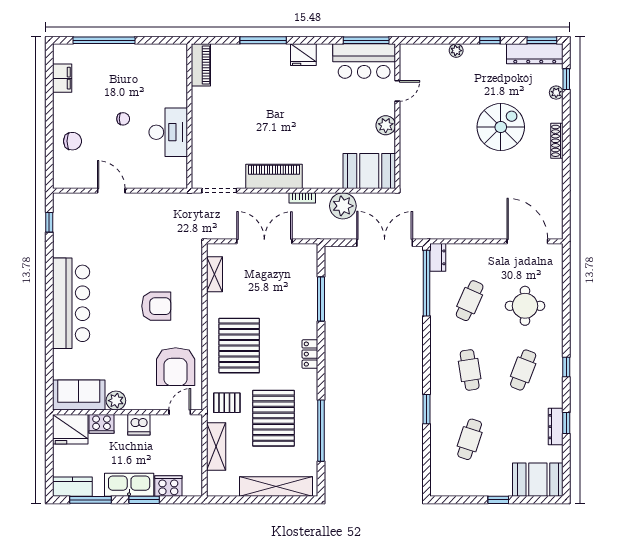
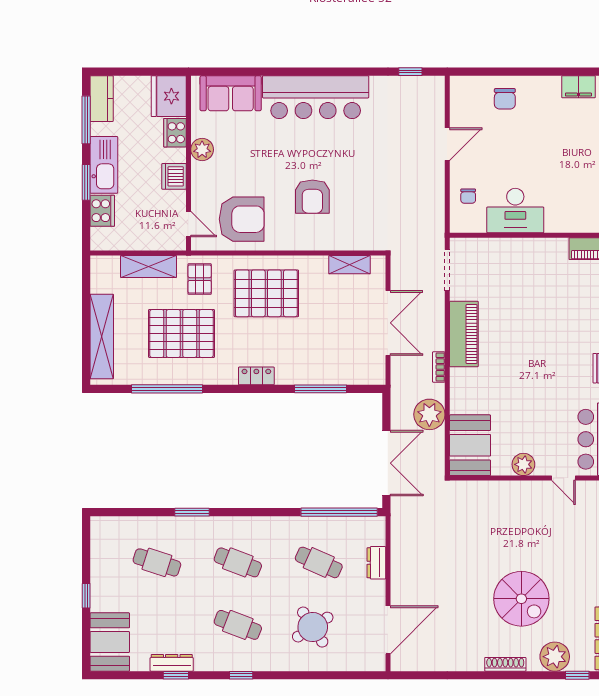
plant: (556, 93) -> (555, 657), width x1.88, depth x1.88
chair: (123, 119) -> (468, 196), moved
dresser: (438, 257) -> (376, 563), moved, turned 90
round table: (525, 306) -> (313, 627), turned -33
armchair: (176, 367) -> (242, 219), turned 180
cafe table: (470, 370) -> (238, 562), turned 30
sofa: (79, 395) -> (231, 93), moved, turned 90

